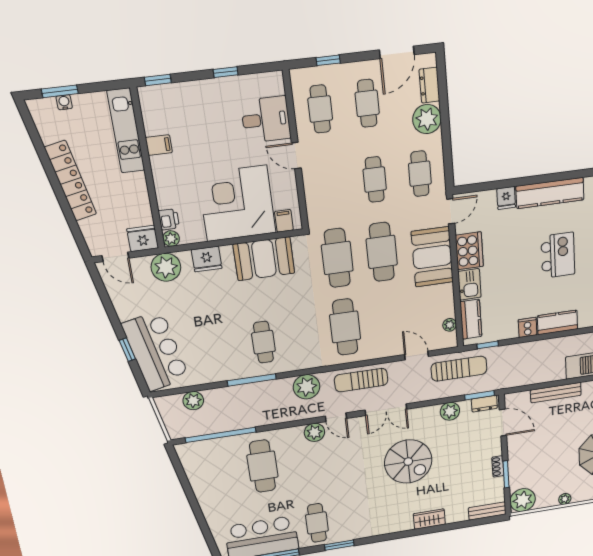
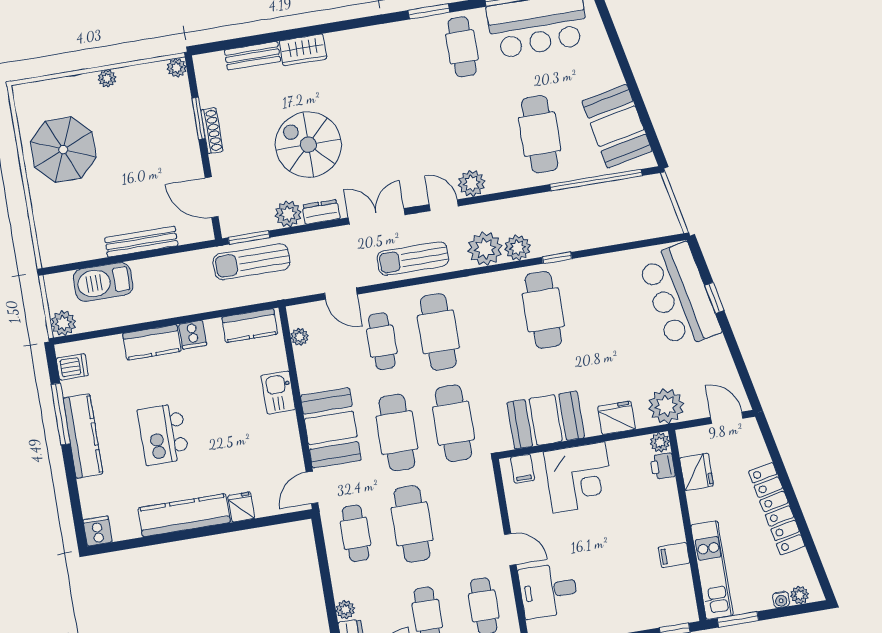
window: (60, 91) -> (738, 619), moved
plant: (48, 105) -> (800, 595), added
plant: (427, 119) -> (345, 610), width x0.53, depth x0.53
cafe table: (375, 180) -> (412, 524), width x1.37, depth x1.35
corner desk: (237, 203) -> (579, 477), width x0.74, depth x0.74
fridge: (143, 239) -> (697, 472), moved, turned -90
cooker: (469, 251) -> (283, 437), removed
kitchen counter: (471, 319) -> (250, 326), moved, turned -90
cafe table: (389, 321) -> (382, 341), added
cafe table: (263, 342) -> (543, 310), width x1.37, depth x1.35
window: (488, 345) -> (245, 309), removed
sun lounger: (459, 369) -> (251, 262), moved
window: (252, 380) -> (557, 258), width x0.46
sun lounger: (361, 380) -> (413, 259), turned 180
plant: (193, 401) -> (517, 248), moved
dresser: (484, 404) -> (321, 212), moved
spiral stairs: (408, 462) -> (308, 145), moved
shoe rack: (498, 466) -> (212, 131), width x1.43
booth: (204, 472) -> (617, 126), added
plant: (523, 500) -> (177, 68), width x0.53, depth x0.53
bench: (487, 511) -> (252, 56), moved

